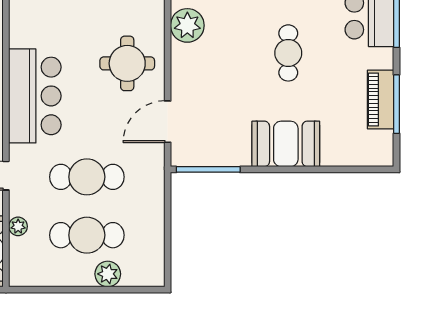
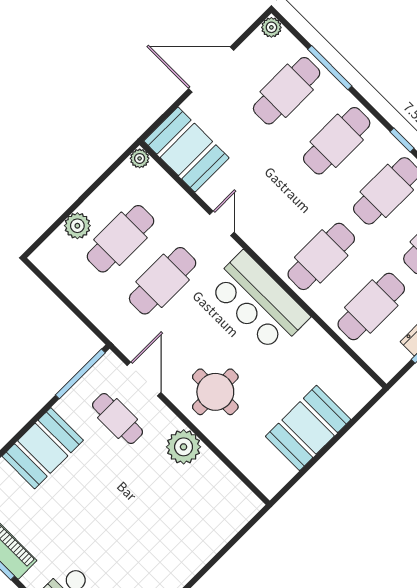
plant: (187, 25) -> (184, 447), moved
cafe table: (288, 53) -> (118, 419), moved
plant: (18, 226) -> (140, 158), moved

